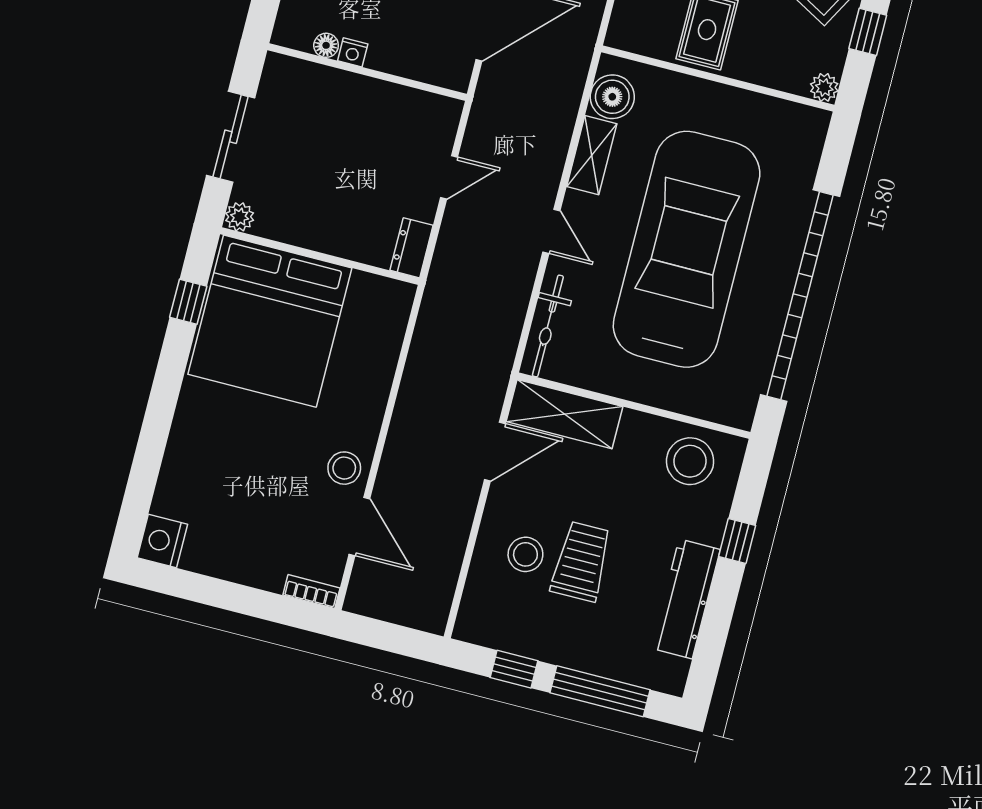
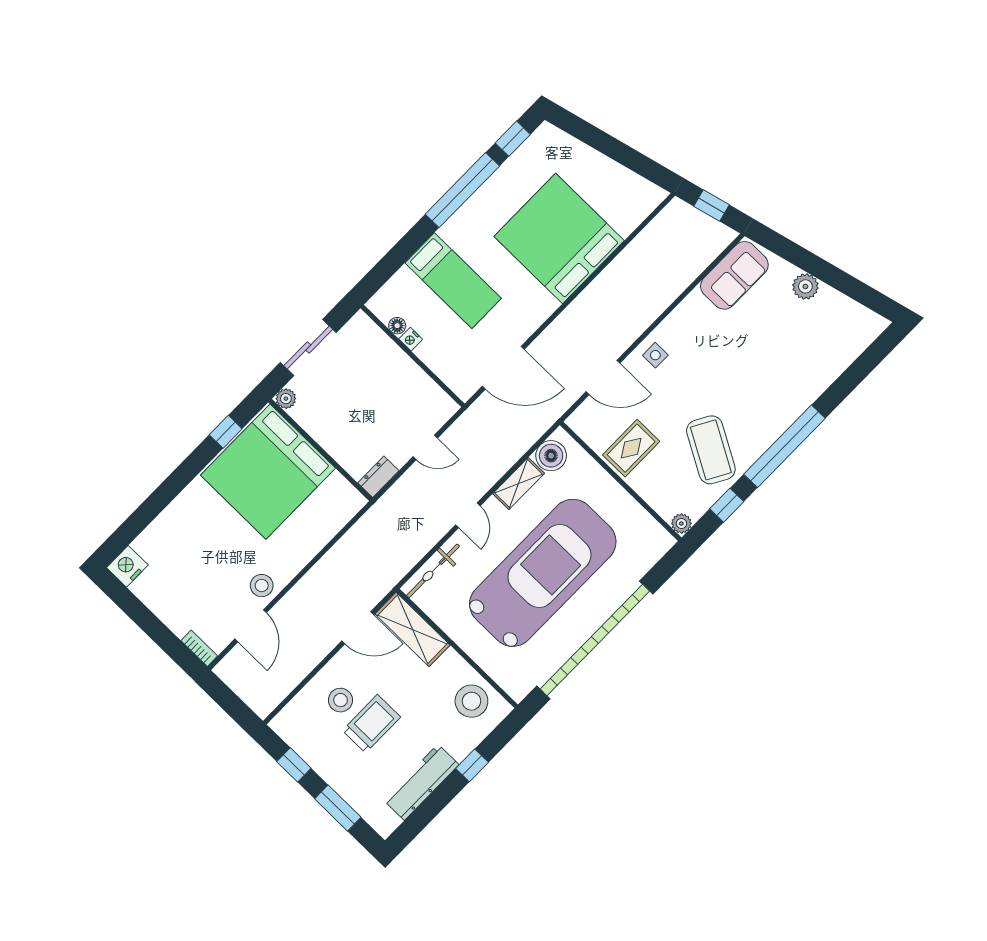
window: (600, 691) -> (338, 808), width x0.69

